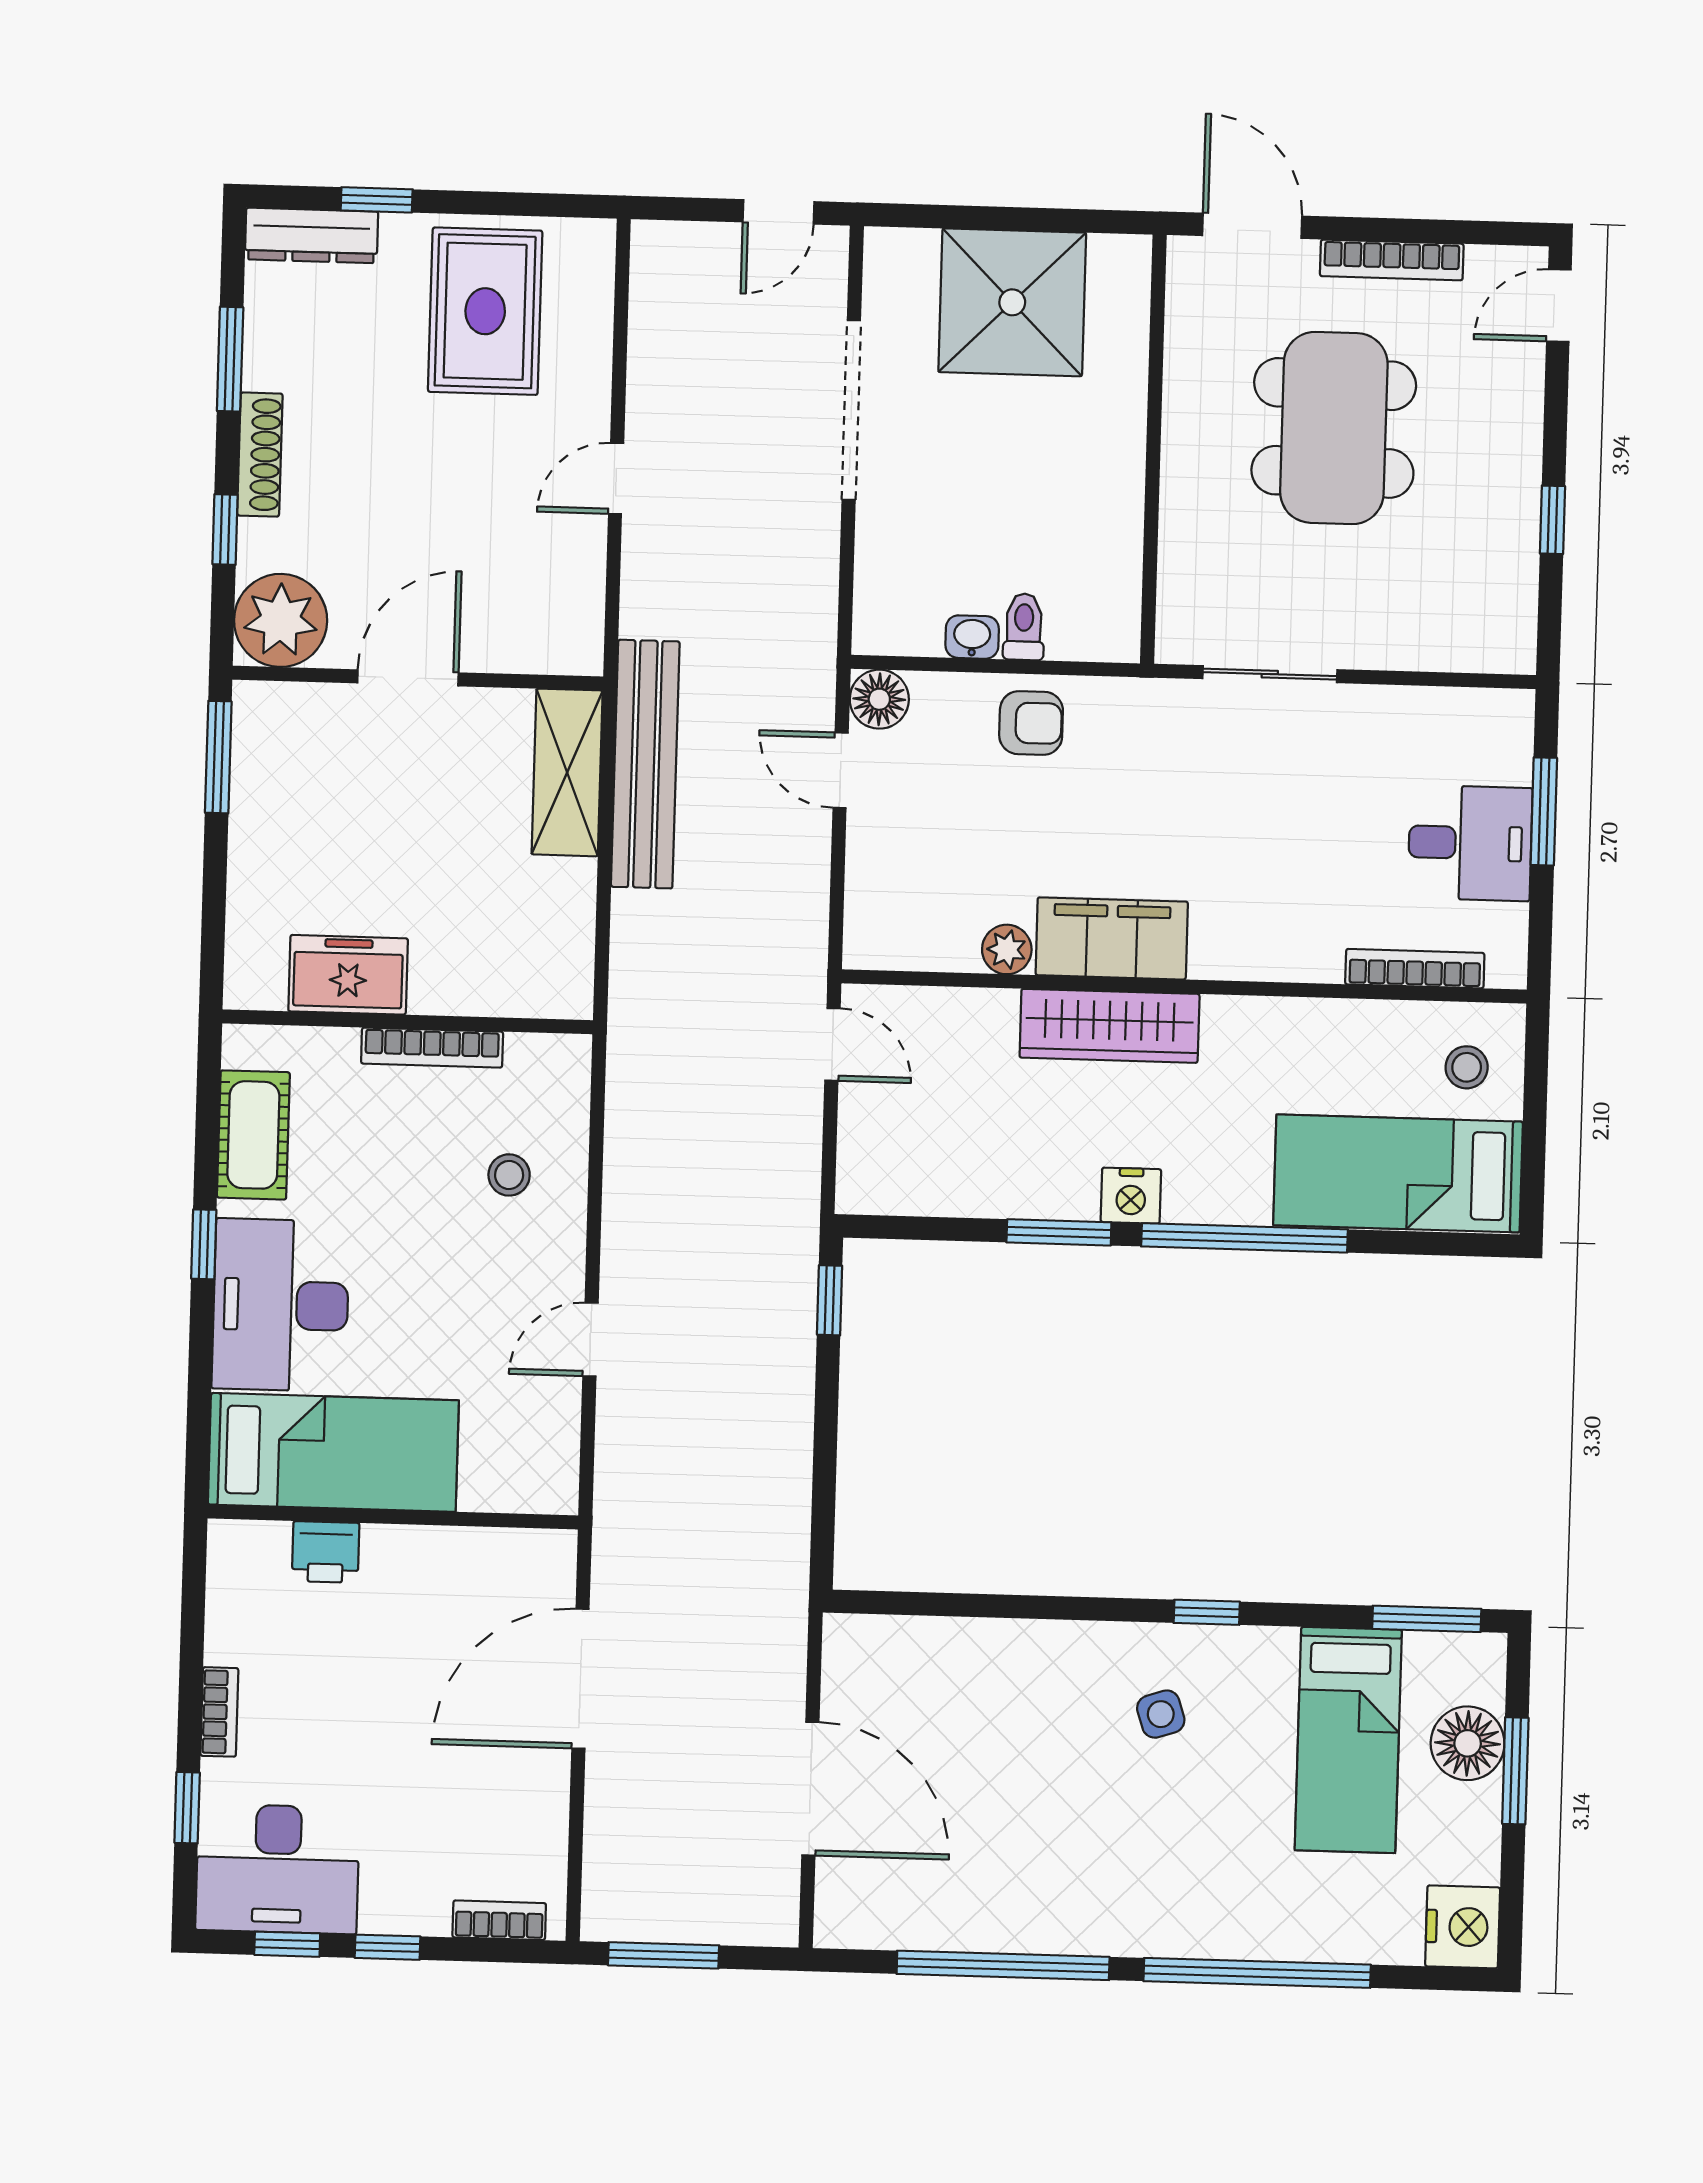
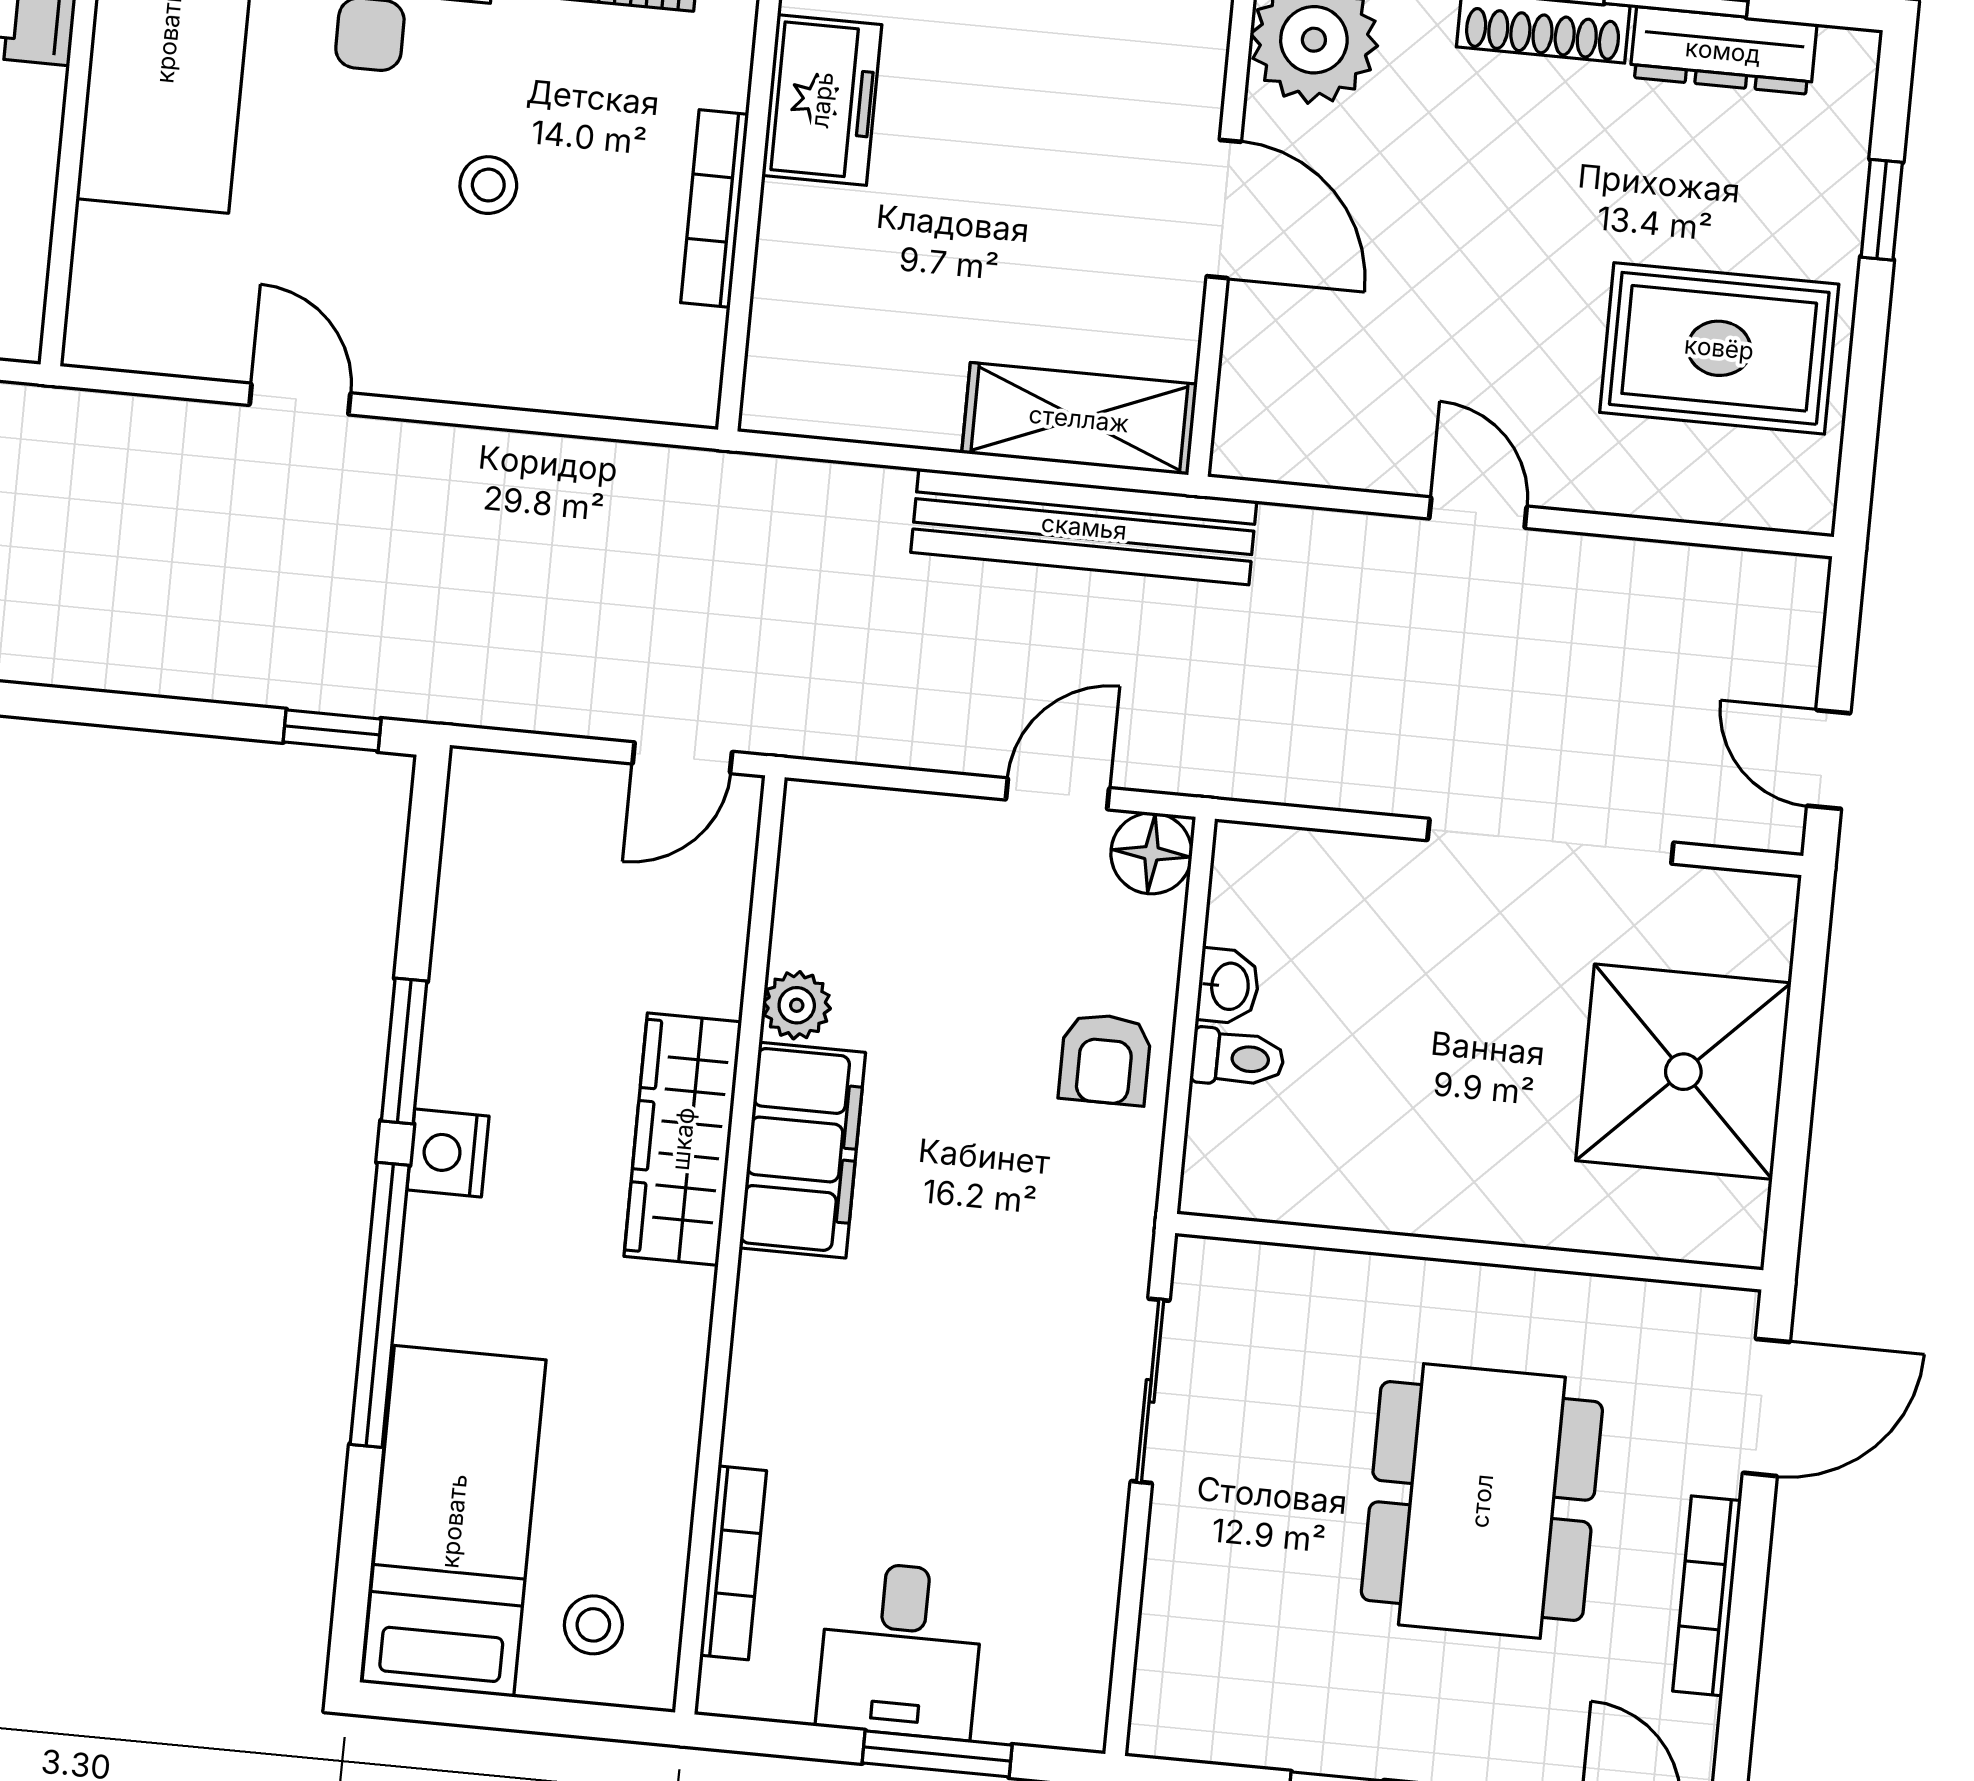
dresser: (312, 235) -> (1723, 51), moved, turned -90
dining table: (1334, 428) -> (1482, 1501), turned 90
stool: (509, 1175) -> (488, 185), moved

